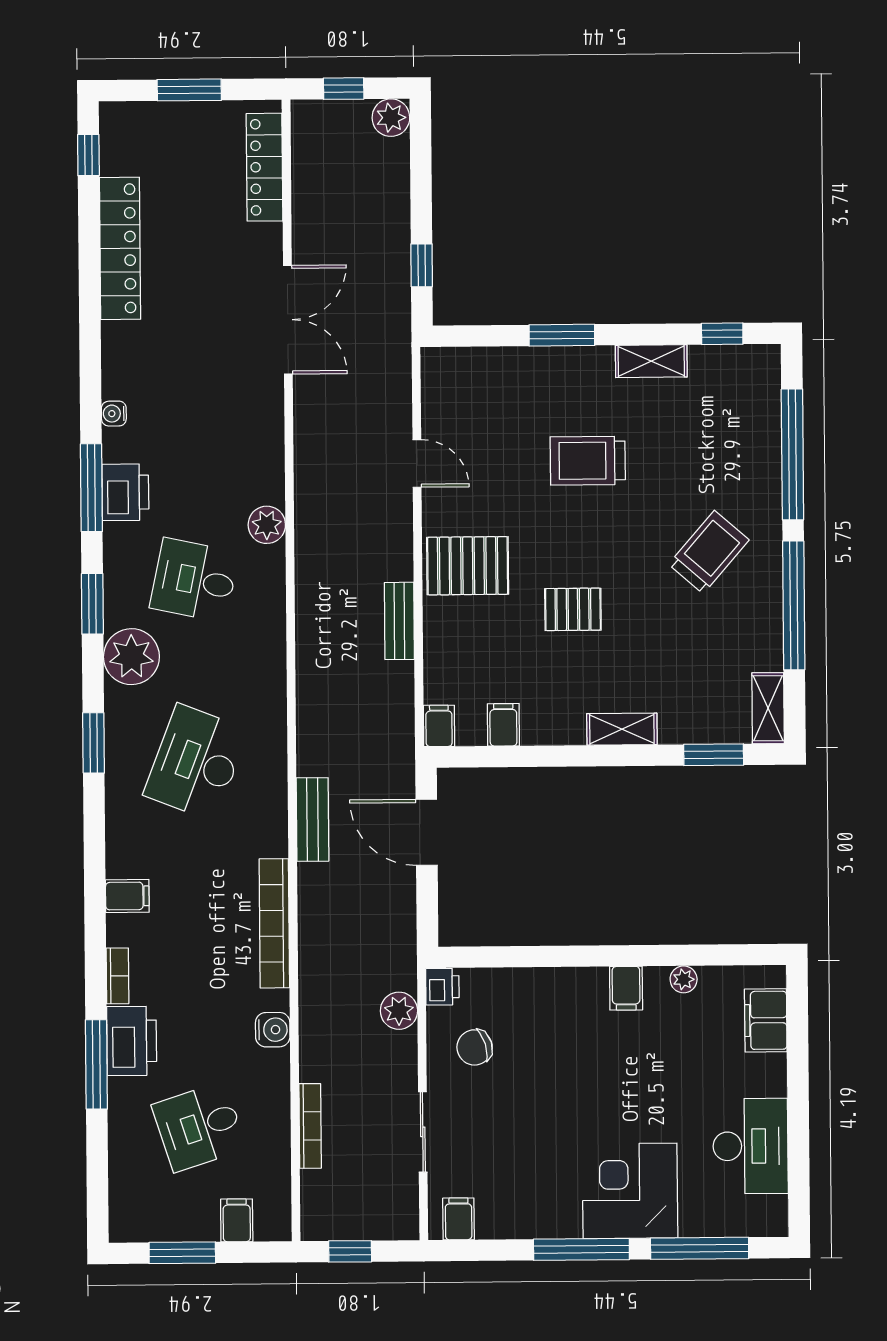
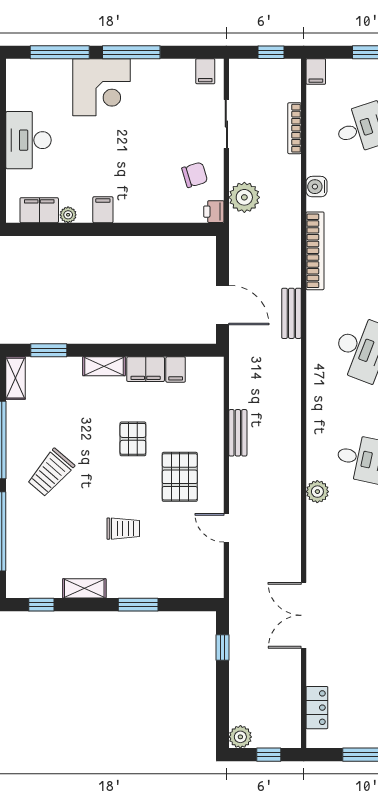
locker: (265, 167) -> (317, 708), width x0.66
trolley: (588, 461) -> (123, 529), width x0.73, depth x0.72
pallet: (468, 566) -> (180, 477), moved, turned 90
pallet: (573, 609) -> (133, 439), turned 90
filing cabinet: (439, 726) -> (146, 369), moved, width x2.00
plant: (399, 1011) -> (244, 197), width x1.36, depth x1.36
filing cabinet: (766, 1020) -> (39, 210), moved, turned -90
desk: (751, 1146) -> (29, 140), moved
filing cabinet: (237, 1220) -> (316, 72), moved

